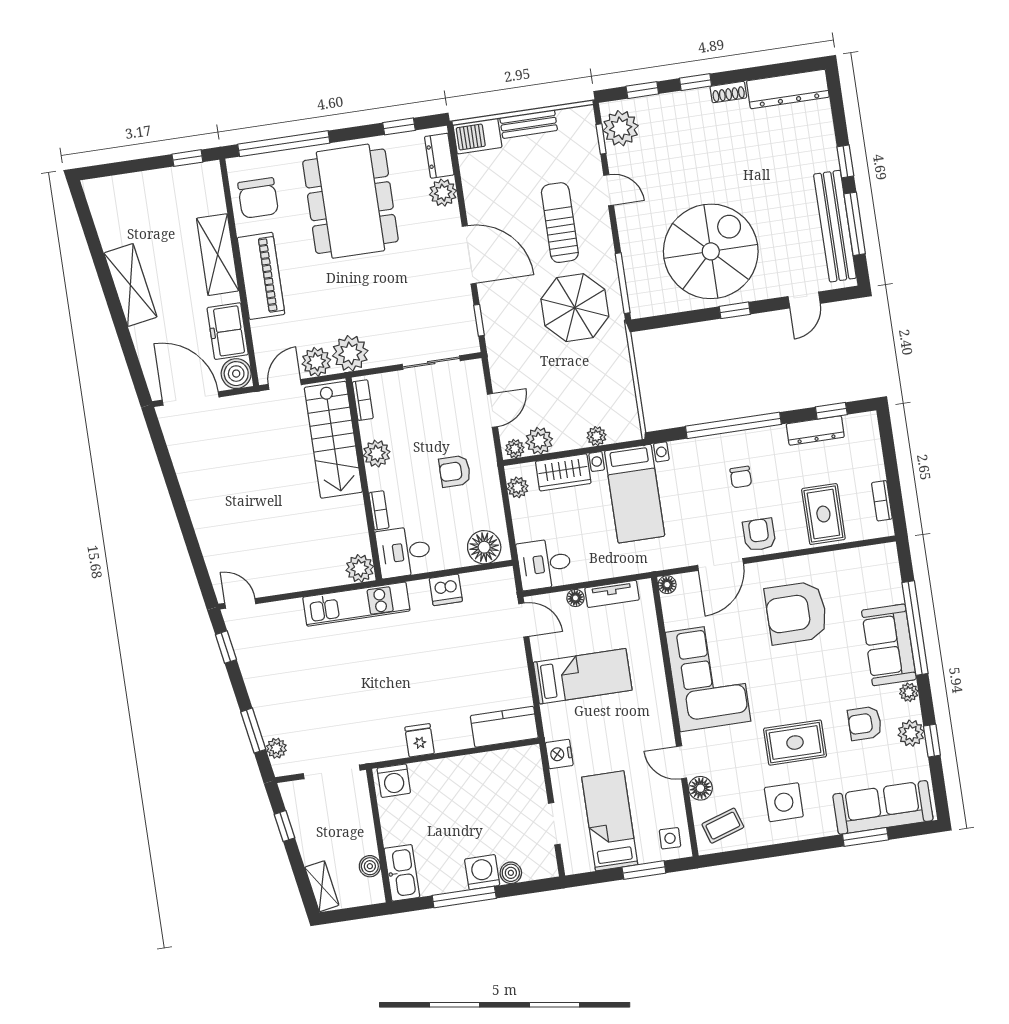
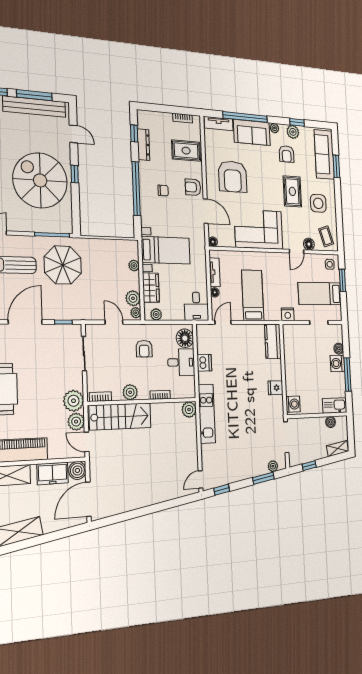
desk: (404, 552) -> (181, 362), moved, turned -90
tv unit: (889, 574) -> (219, 123), added

